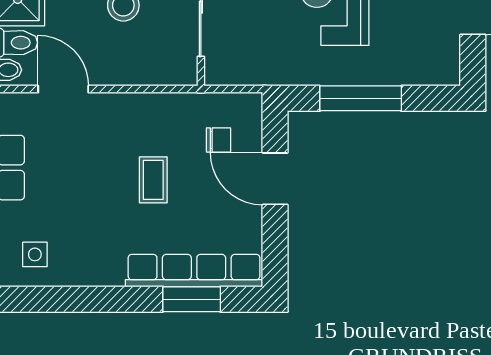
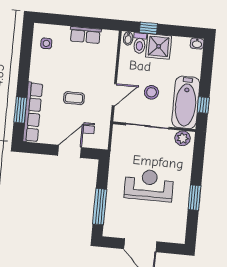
door: (63, 89) -> (114, 95), moved
window: (361, 98) -> (100, 207), moved

